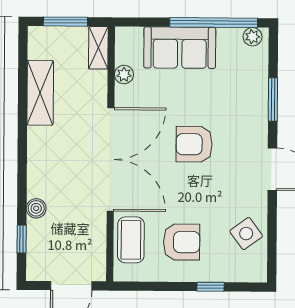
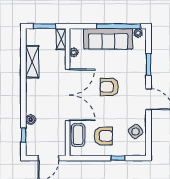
sofa: (180, 48) -> (108, 39), width x1.36

